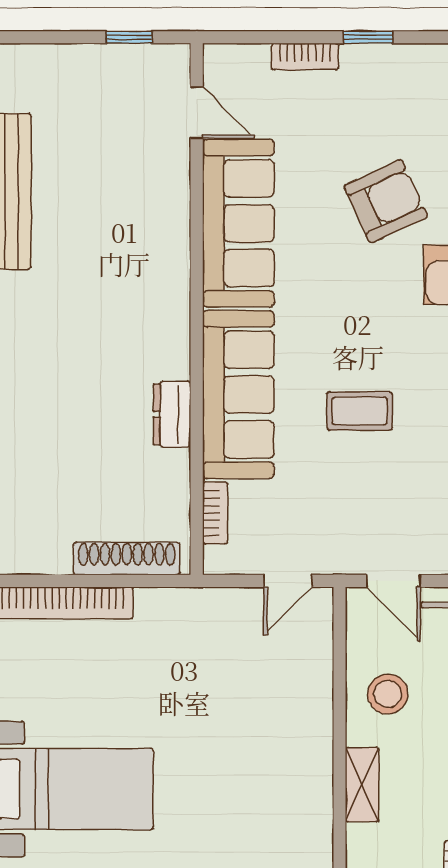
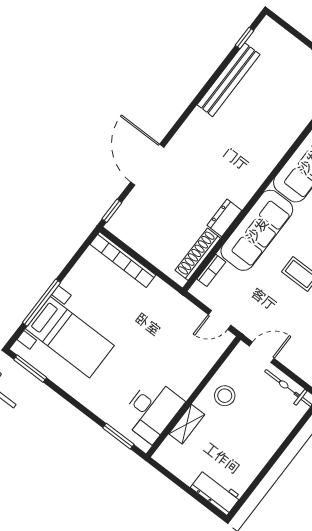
shoe rack: (127, 559) -> (198, 254), moved, turned -90
door: (393, 581) -> (262, 352), swing flipped
desk: (290, 805) -> (152, 410), added

